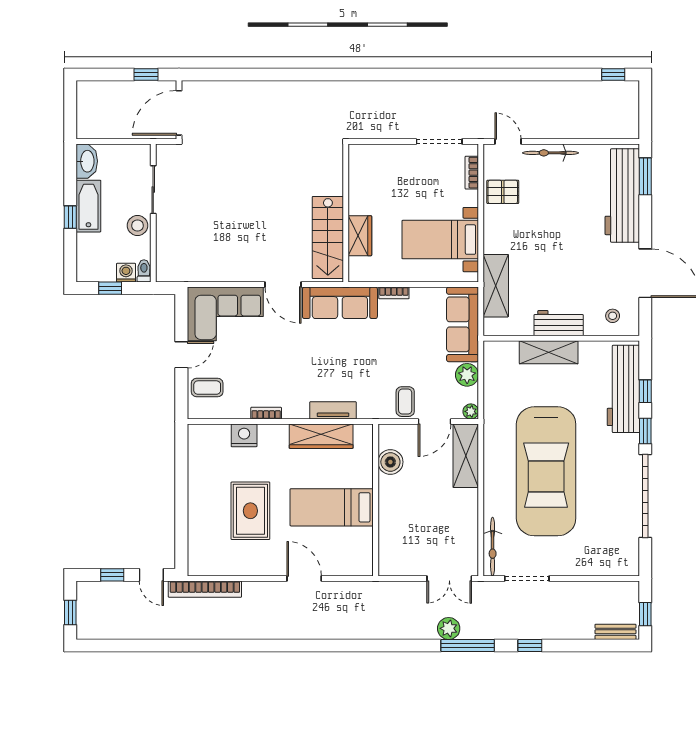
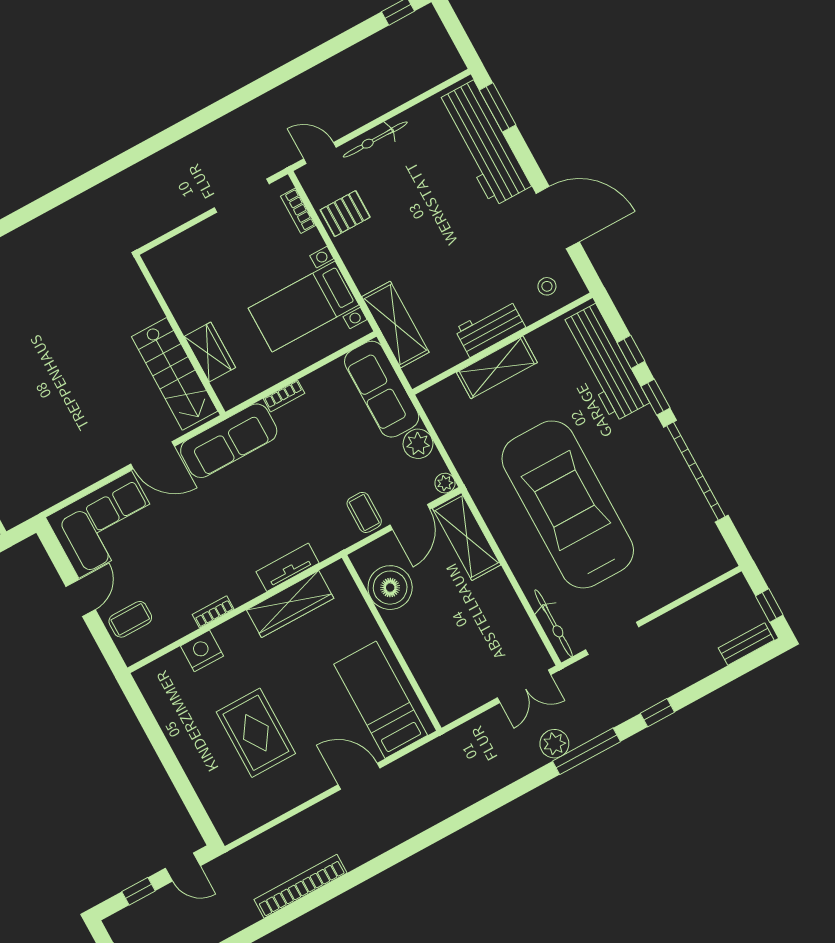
boiler: (390, 462) -> (390, 588), width x1.37, depth x1.37
car: (546, 471) -> (568, 504), turned 180
bed: (332, 507) -> (381, 700), moved, turned 90
bookcase: (205, 589) -> (300, 886), moved, turned 180

